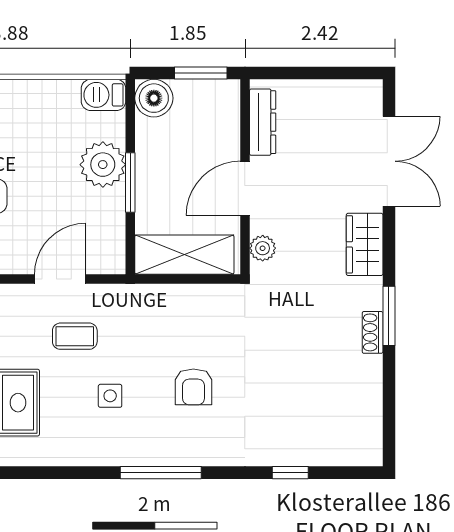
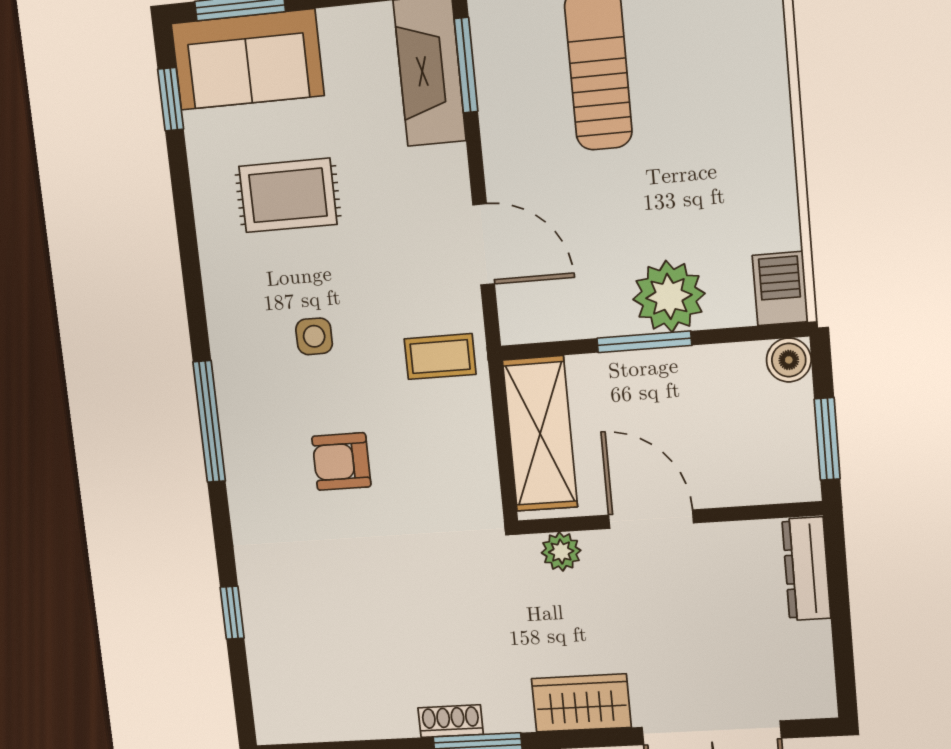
boiler: (154, 98) -> (789, 360), width x0.73, depth x0.73
dresser: (263, 122) -> (806, 569), moved, turned 90
coffee table: (75, 336) -> (440, 357), moved, turned 90

